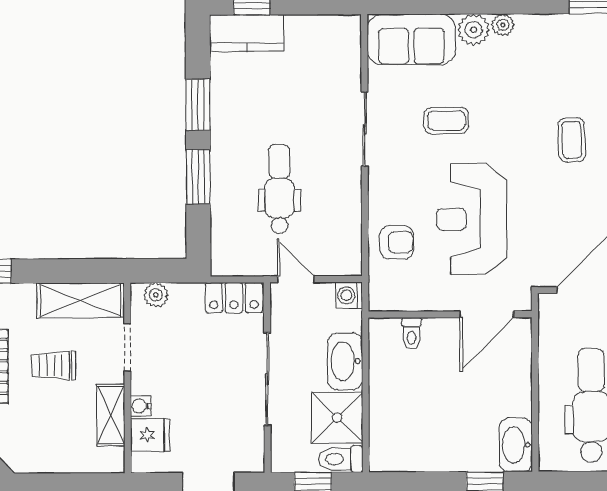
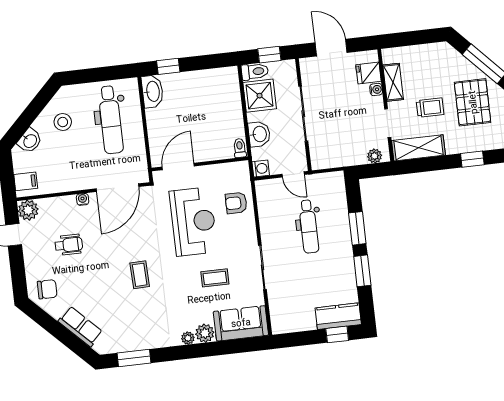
locker: (234, 298) -> (328, 160), removed
toilet: (412, 333) -> (240, 148), moved
washbasin: (345, 361) -> (259, 134), width x0.72

